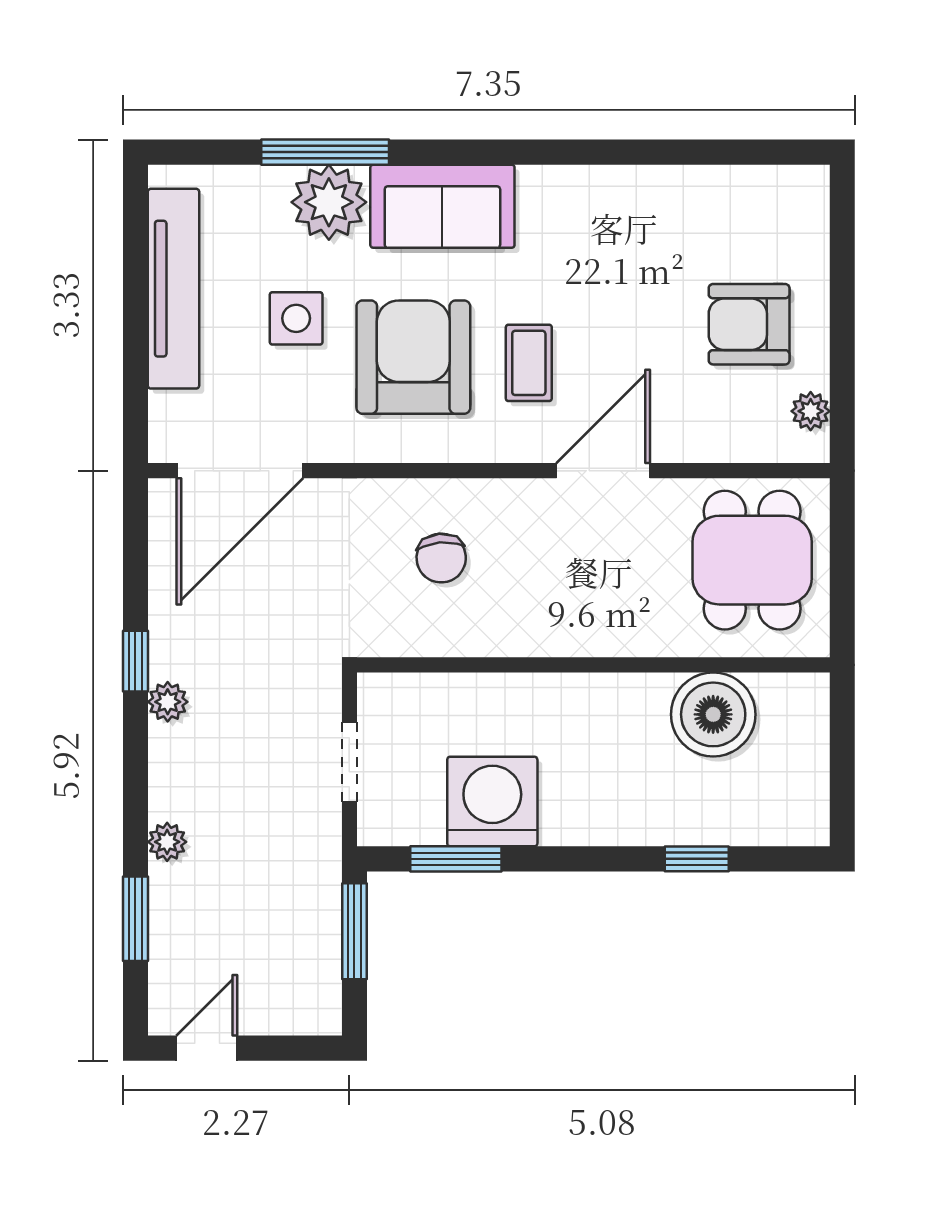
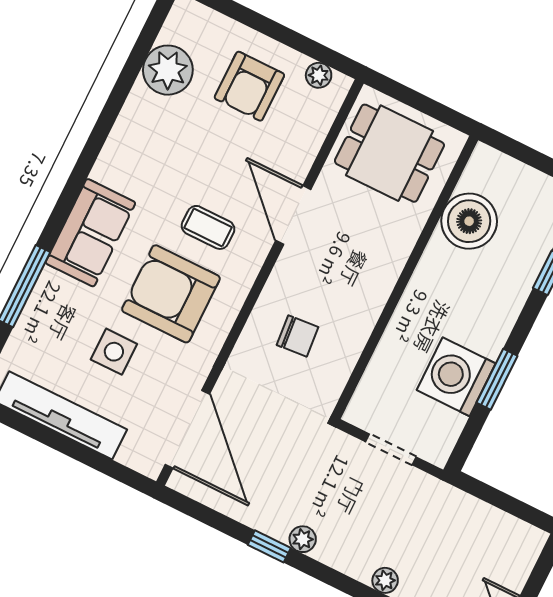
plant: (329, 202) -> (168, 70), moved
window: (456, 859) -> (497, 379), moved
window: (354, 931) -> (492, 496), removed

